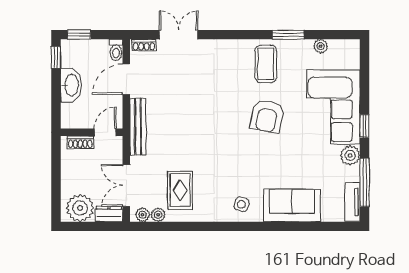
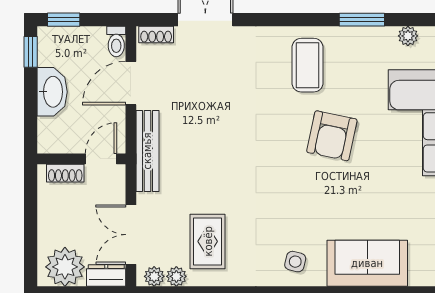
coffee table: (266, 64) -> (308, 65), moved

